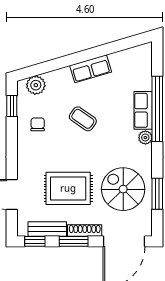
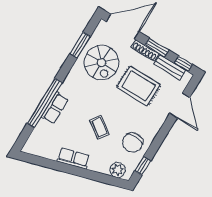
chair: (38, 124) -> (133, 142), width x1.87, depth x1.87
plant: (145, 138) -> (65, 88), removed

